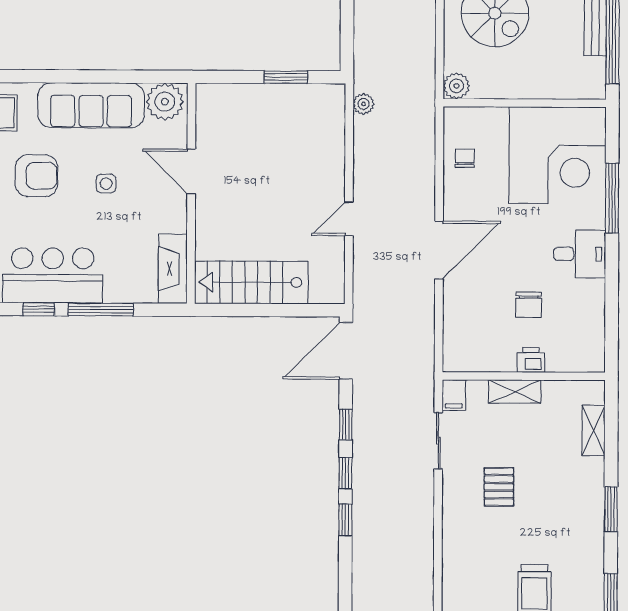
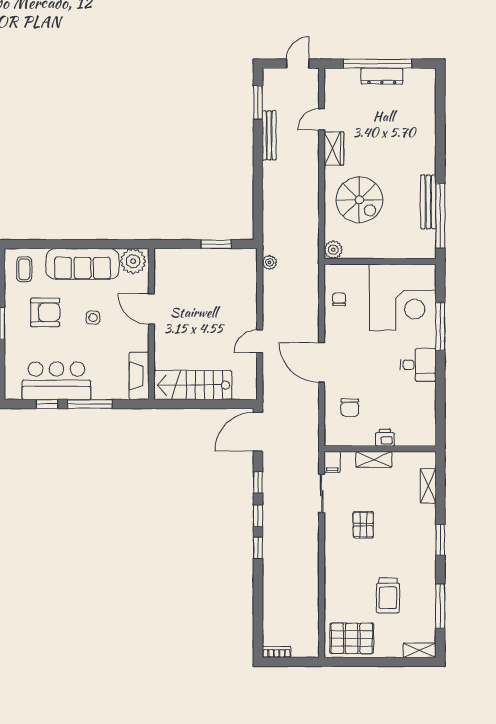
door: (439, 250) -> (322, 362), swing flipped
chair: (529, 305) -> (350, 408), moved

